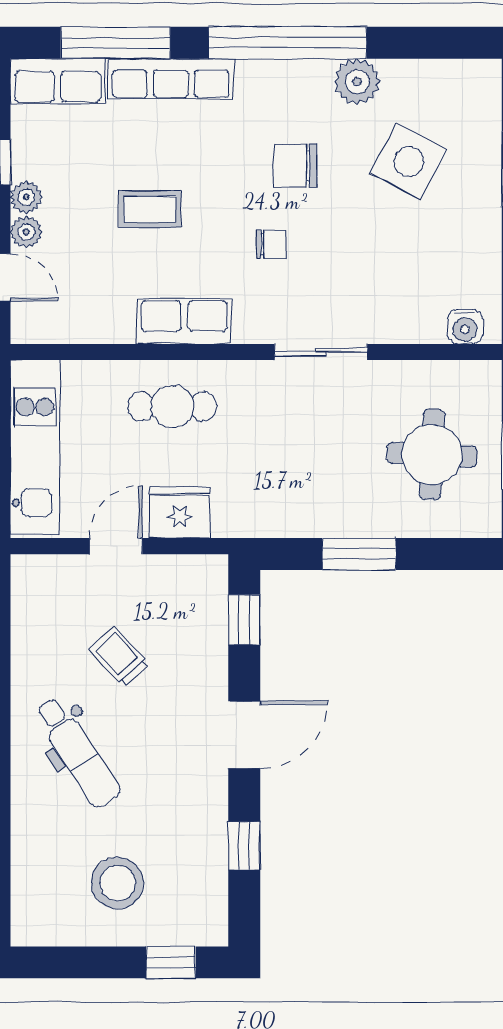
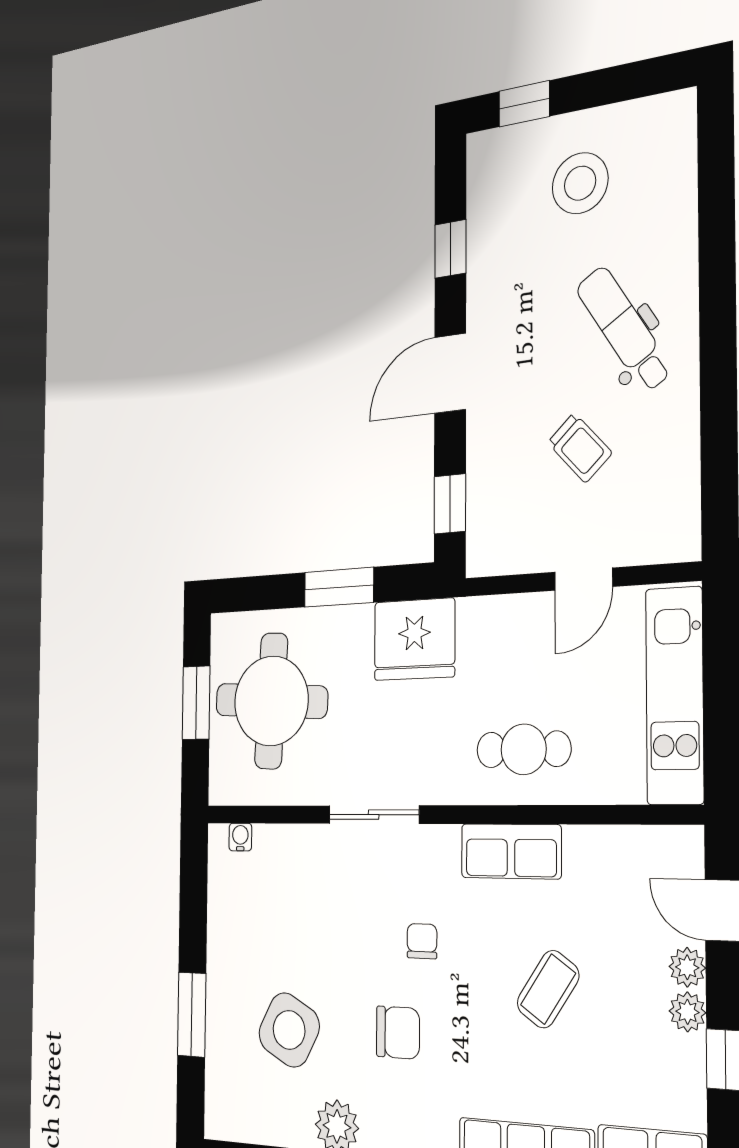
coffee table: (150, 209) -> (548, 989), turned -56
chair: (271, 244) -> (422, 941), turned 90
water cooler: (465, 327) -> (240, 837), width x0.72, depth x0.72
round table: (432, 455) -> (271, 701), width x1.36, depth x1.36
fridge: (179, 513) -> (414, 639), moved, width x1.36, depth x1.34

